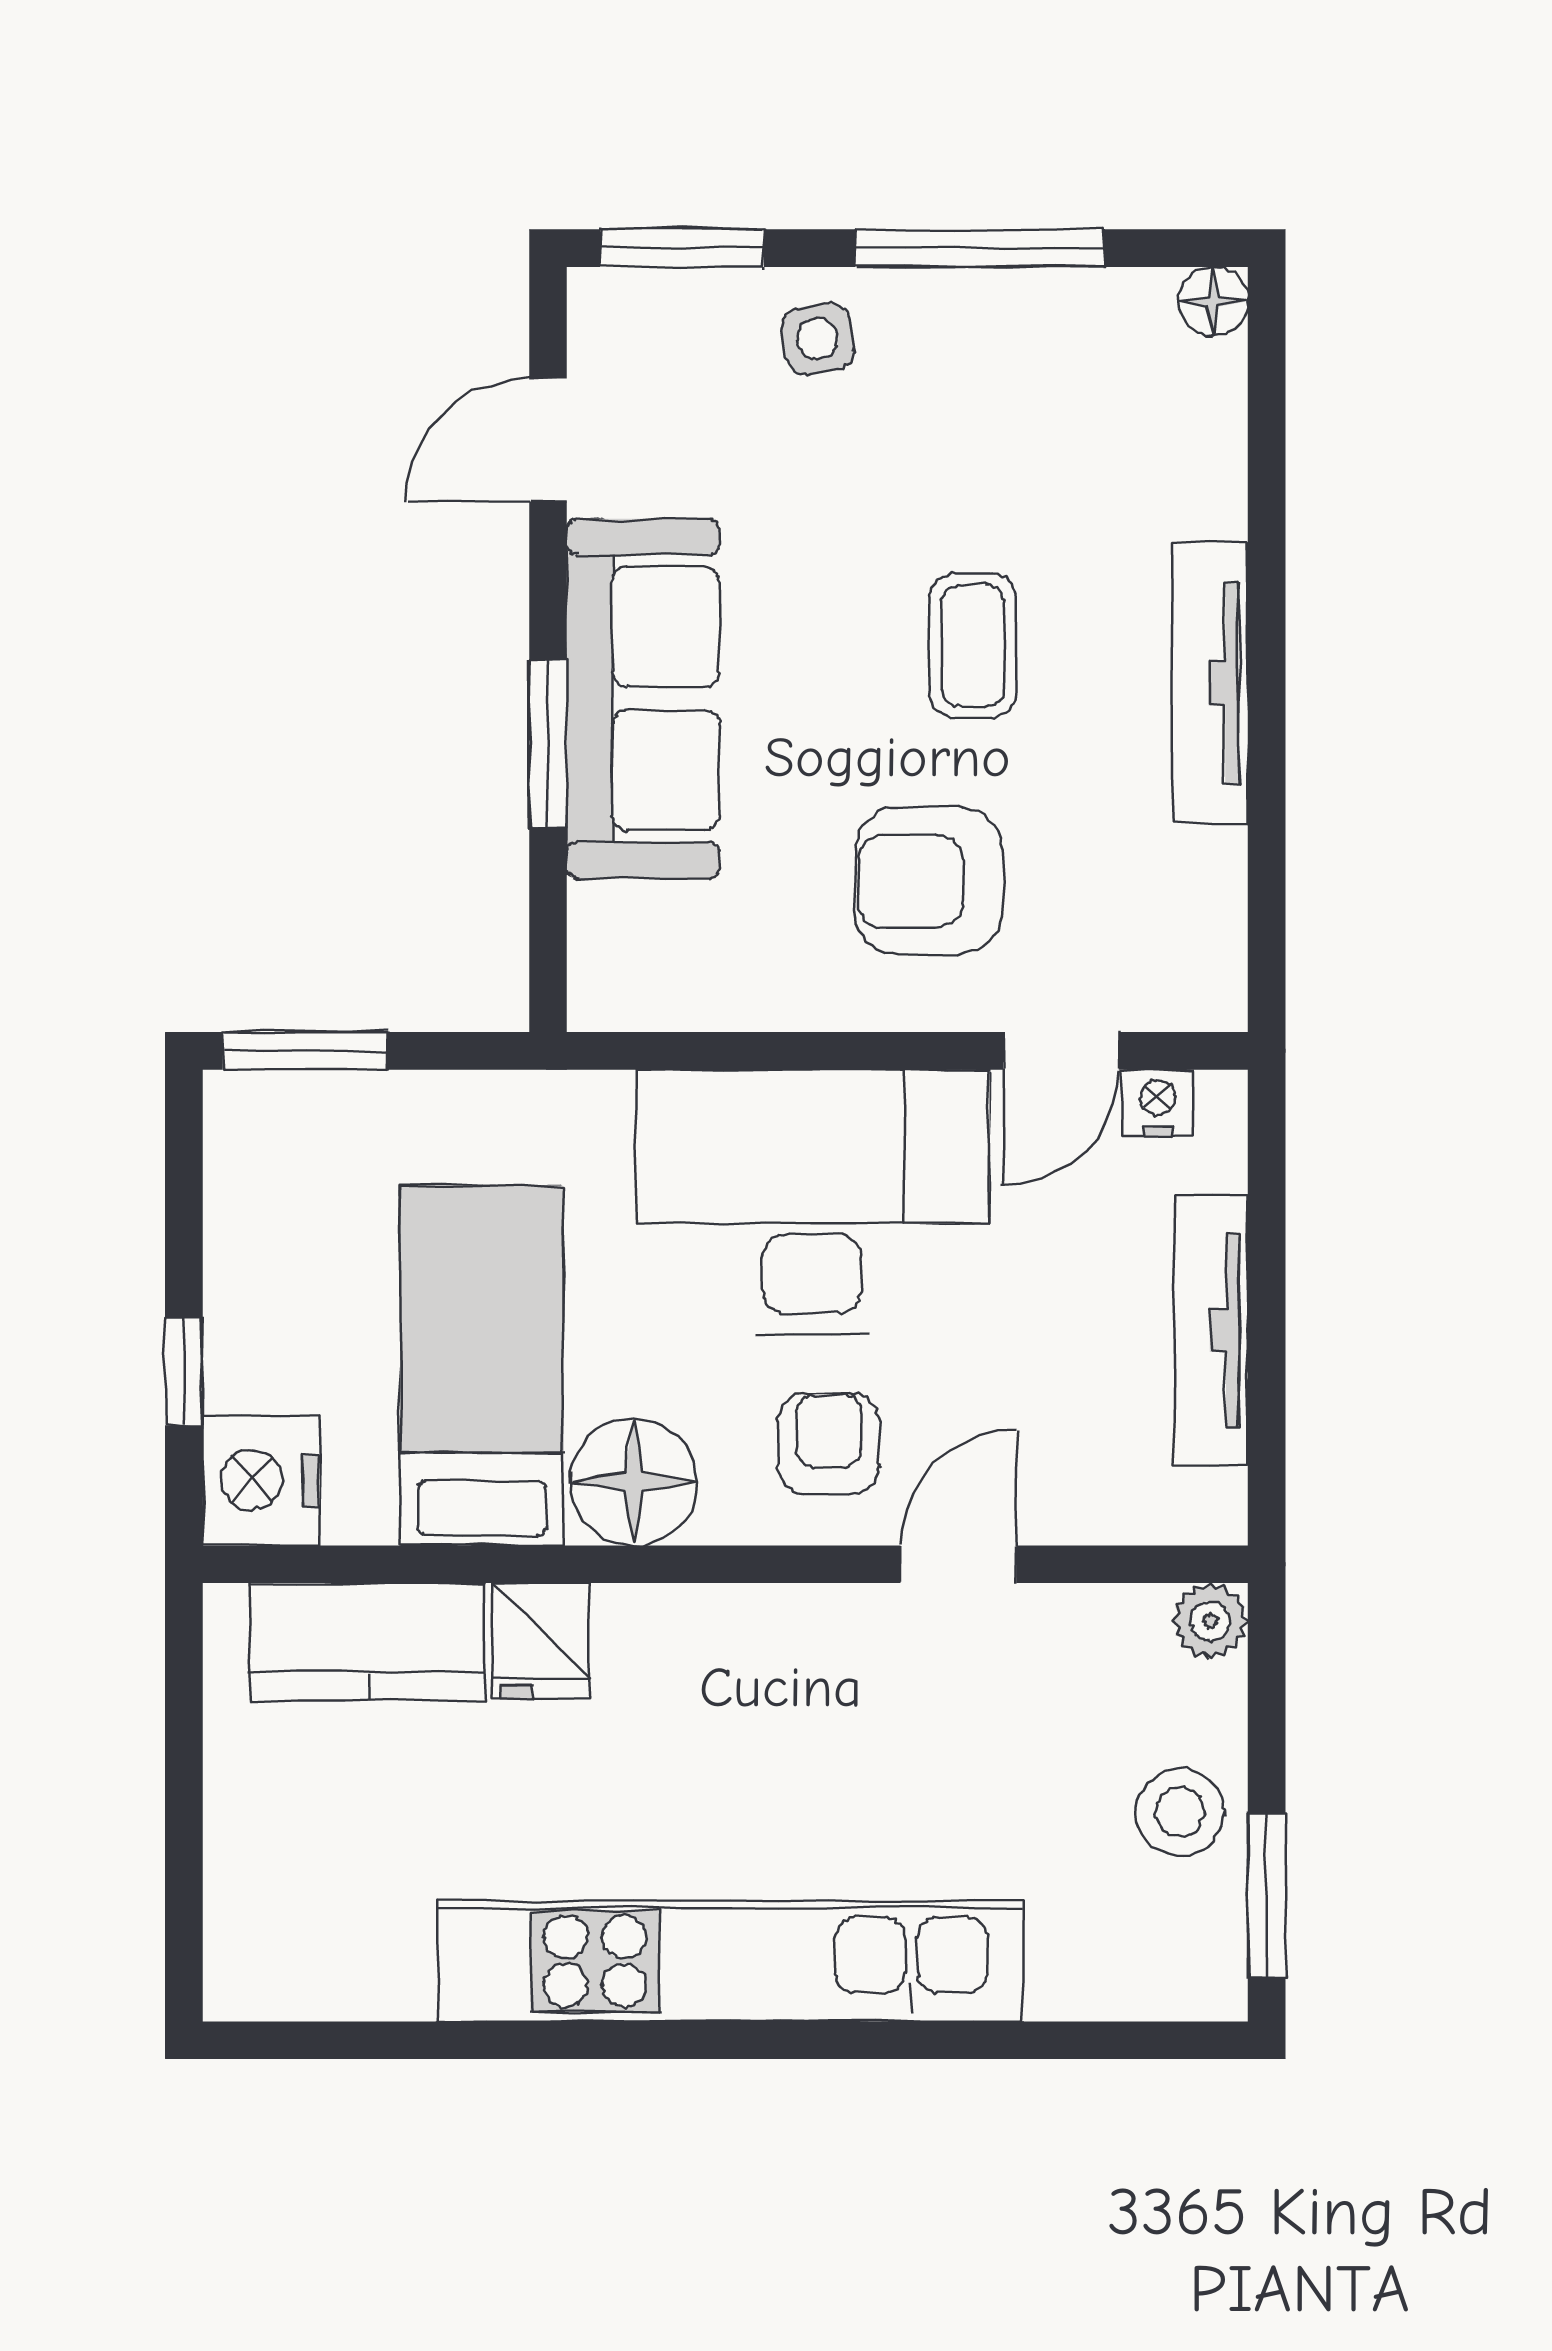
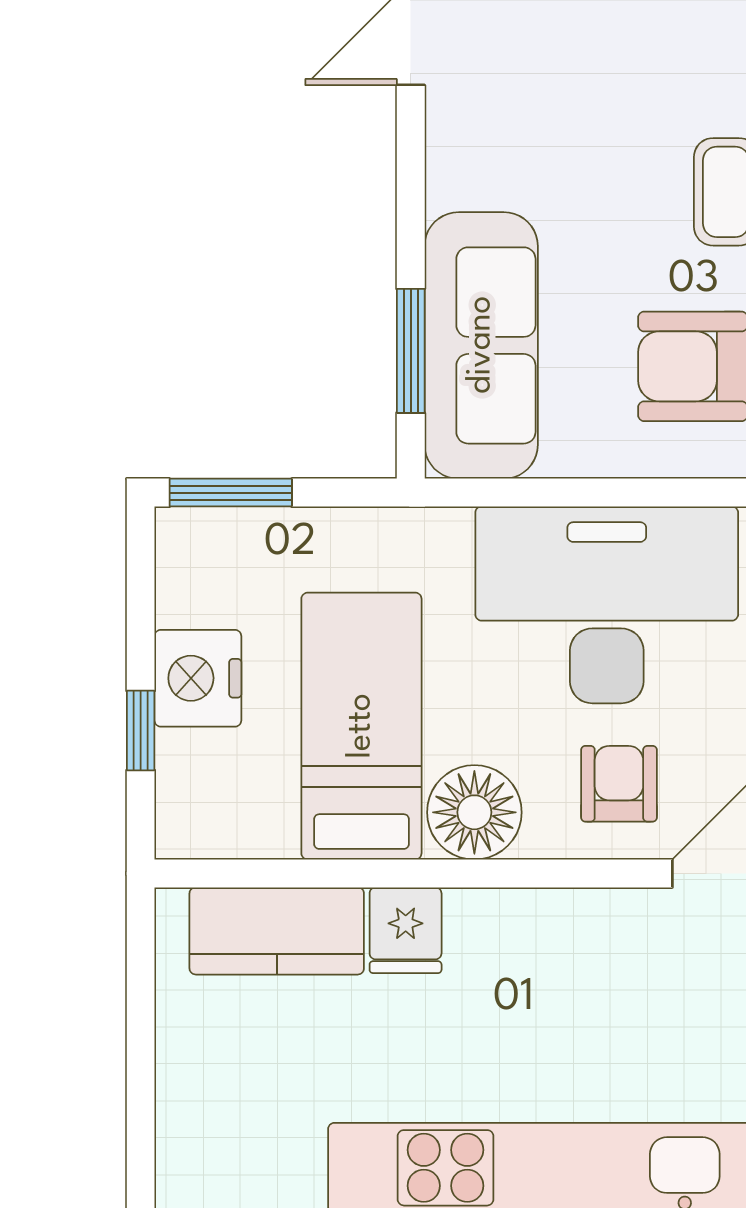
sofa: (643, 698) -> (481, 345), moved
window: (548, 743) -> (411, 351), moved
nightstand: (261, 1480) -> (198, 678), moved

